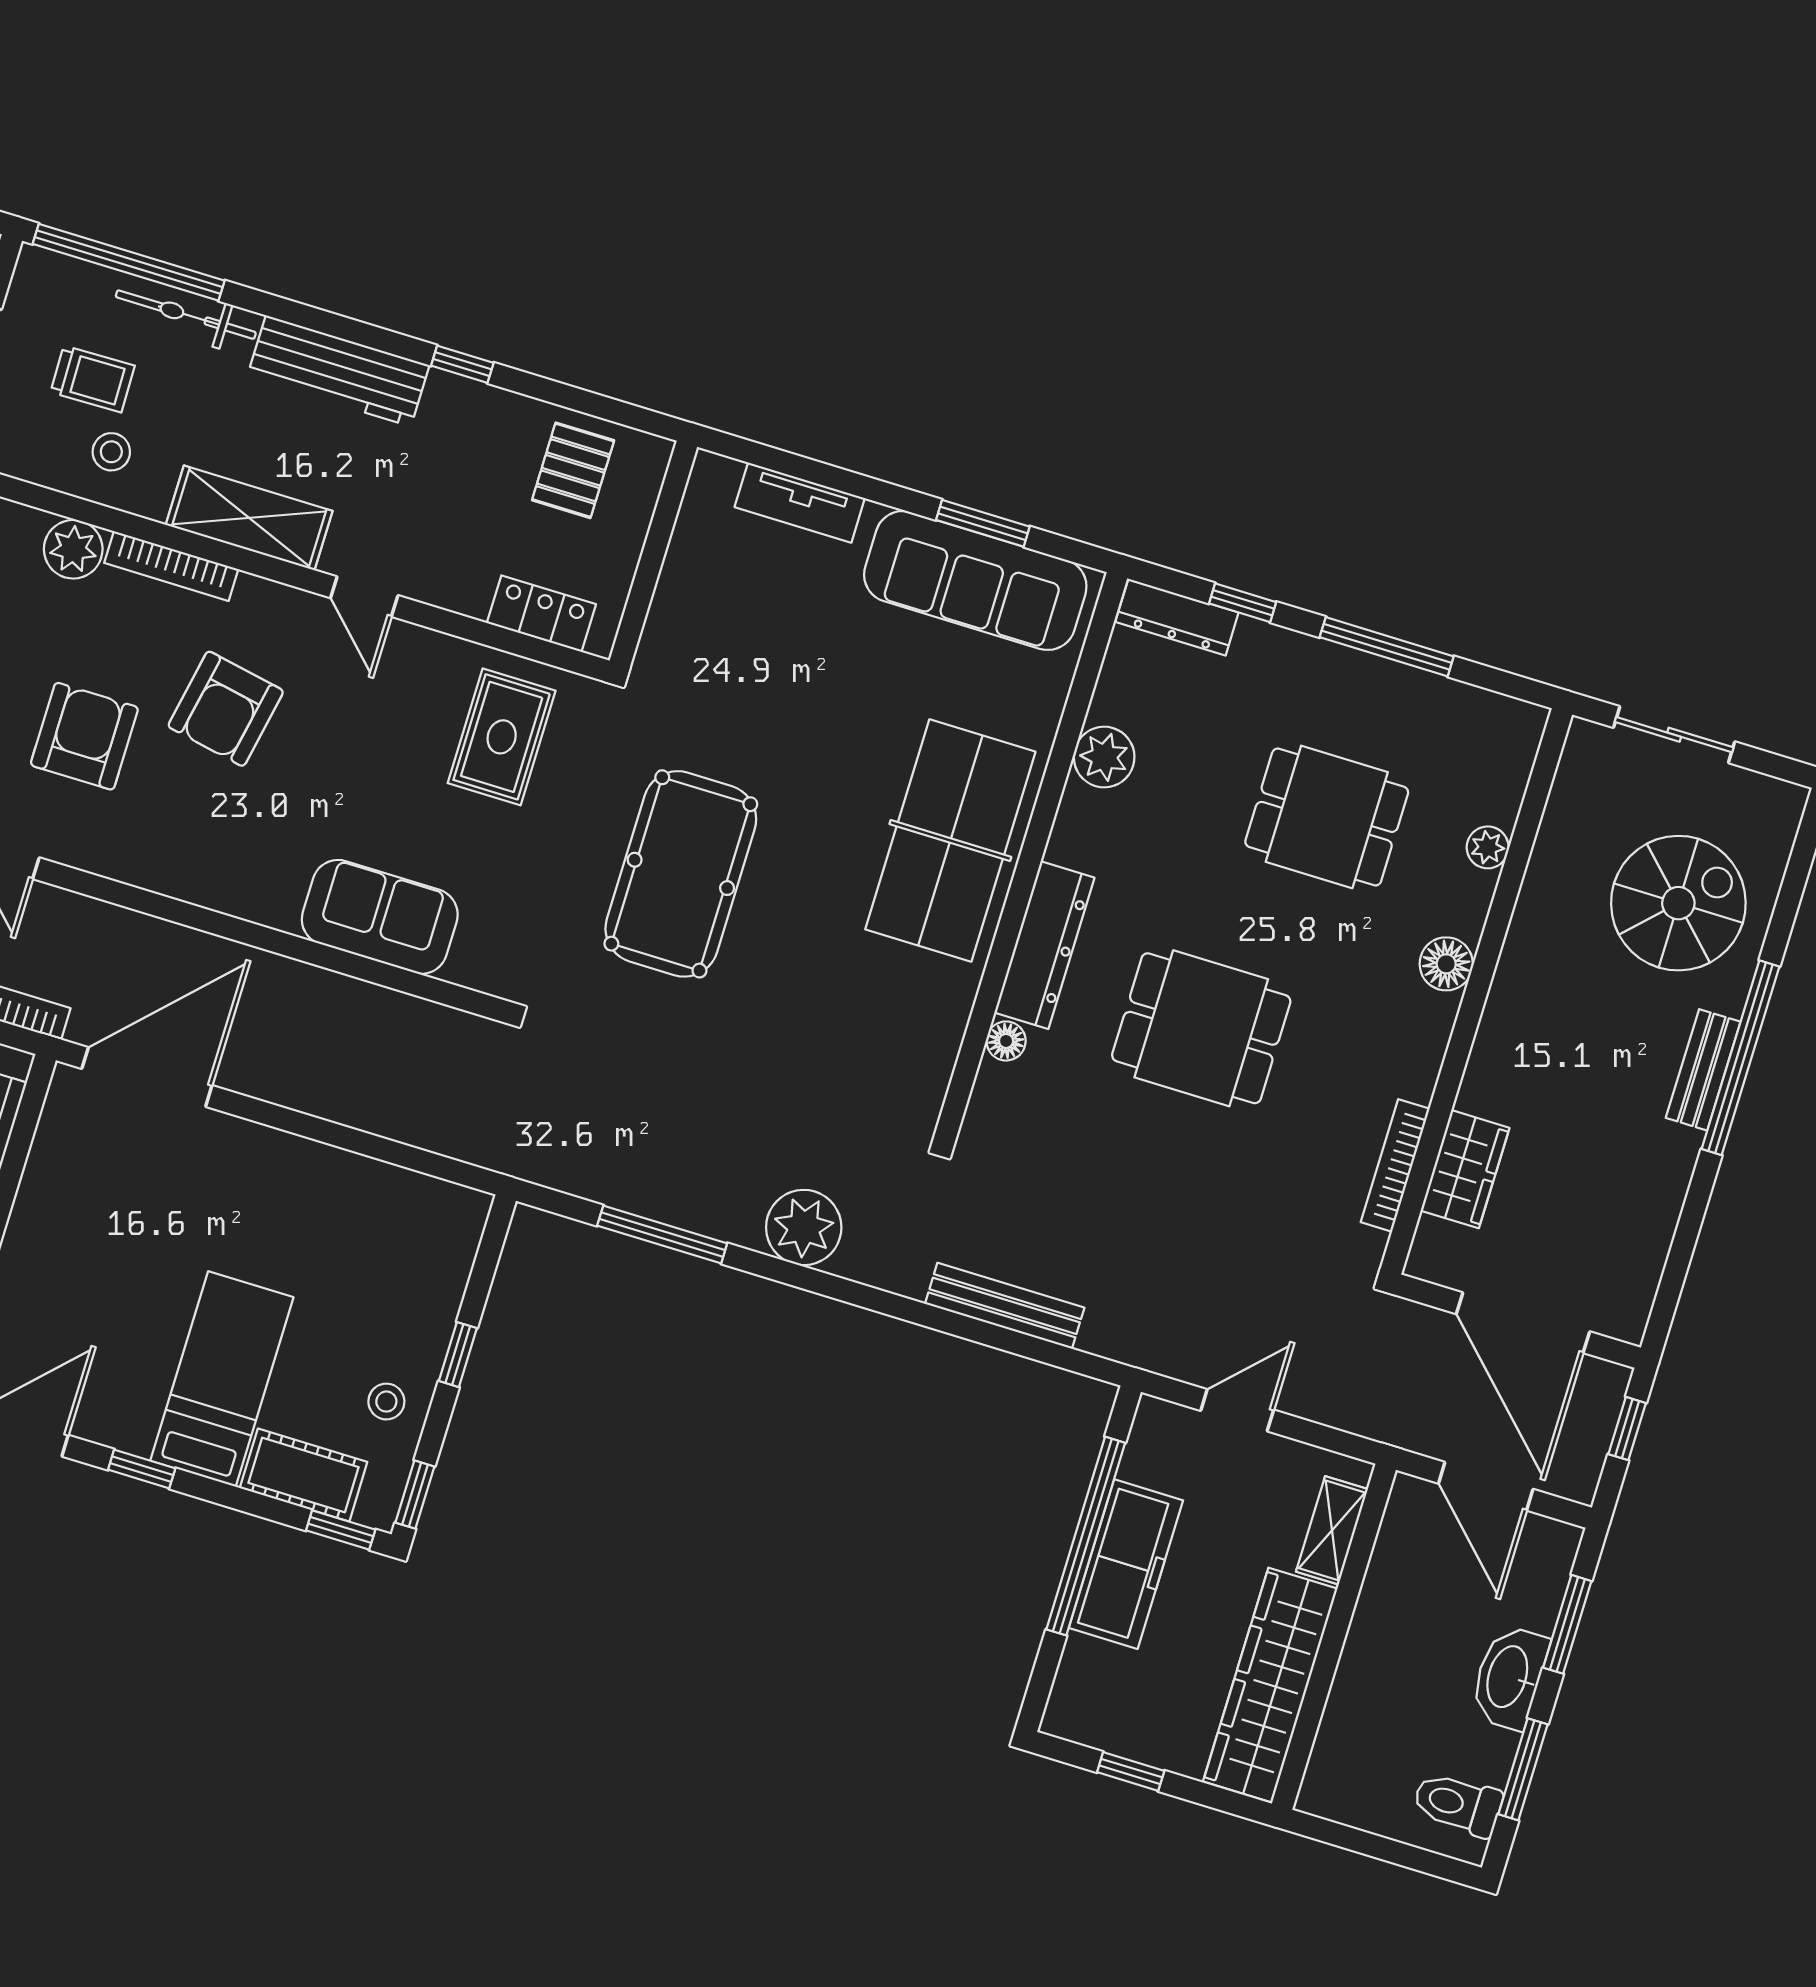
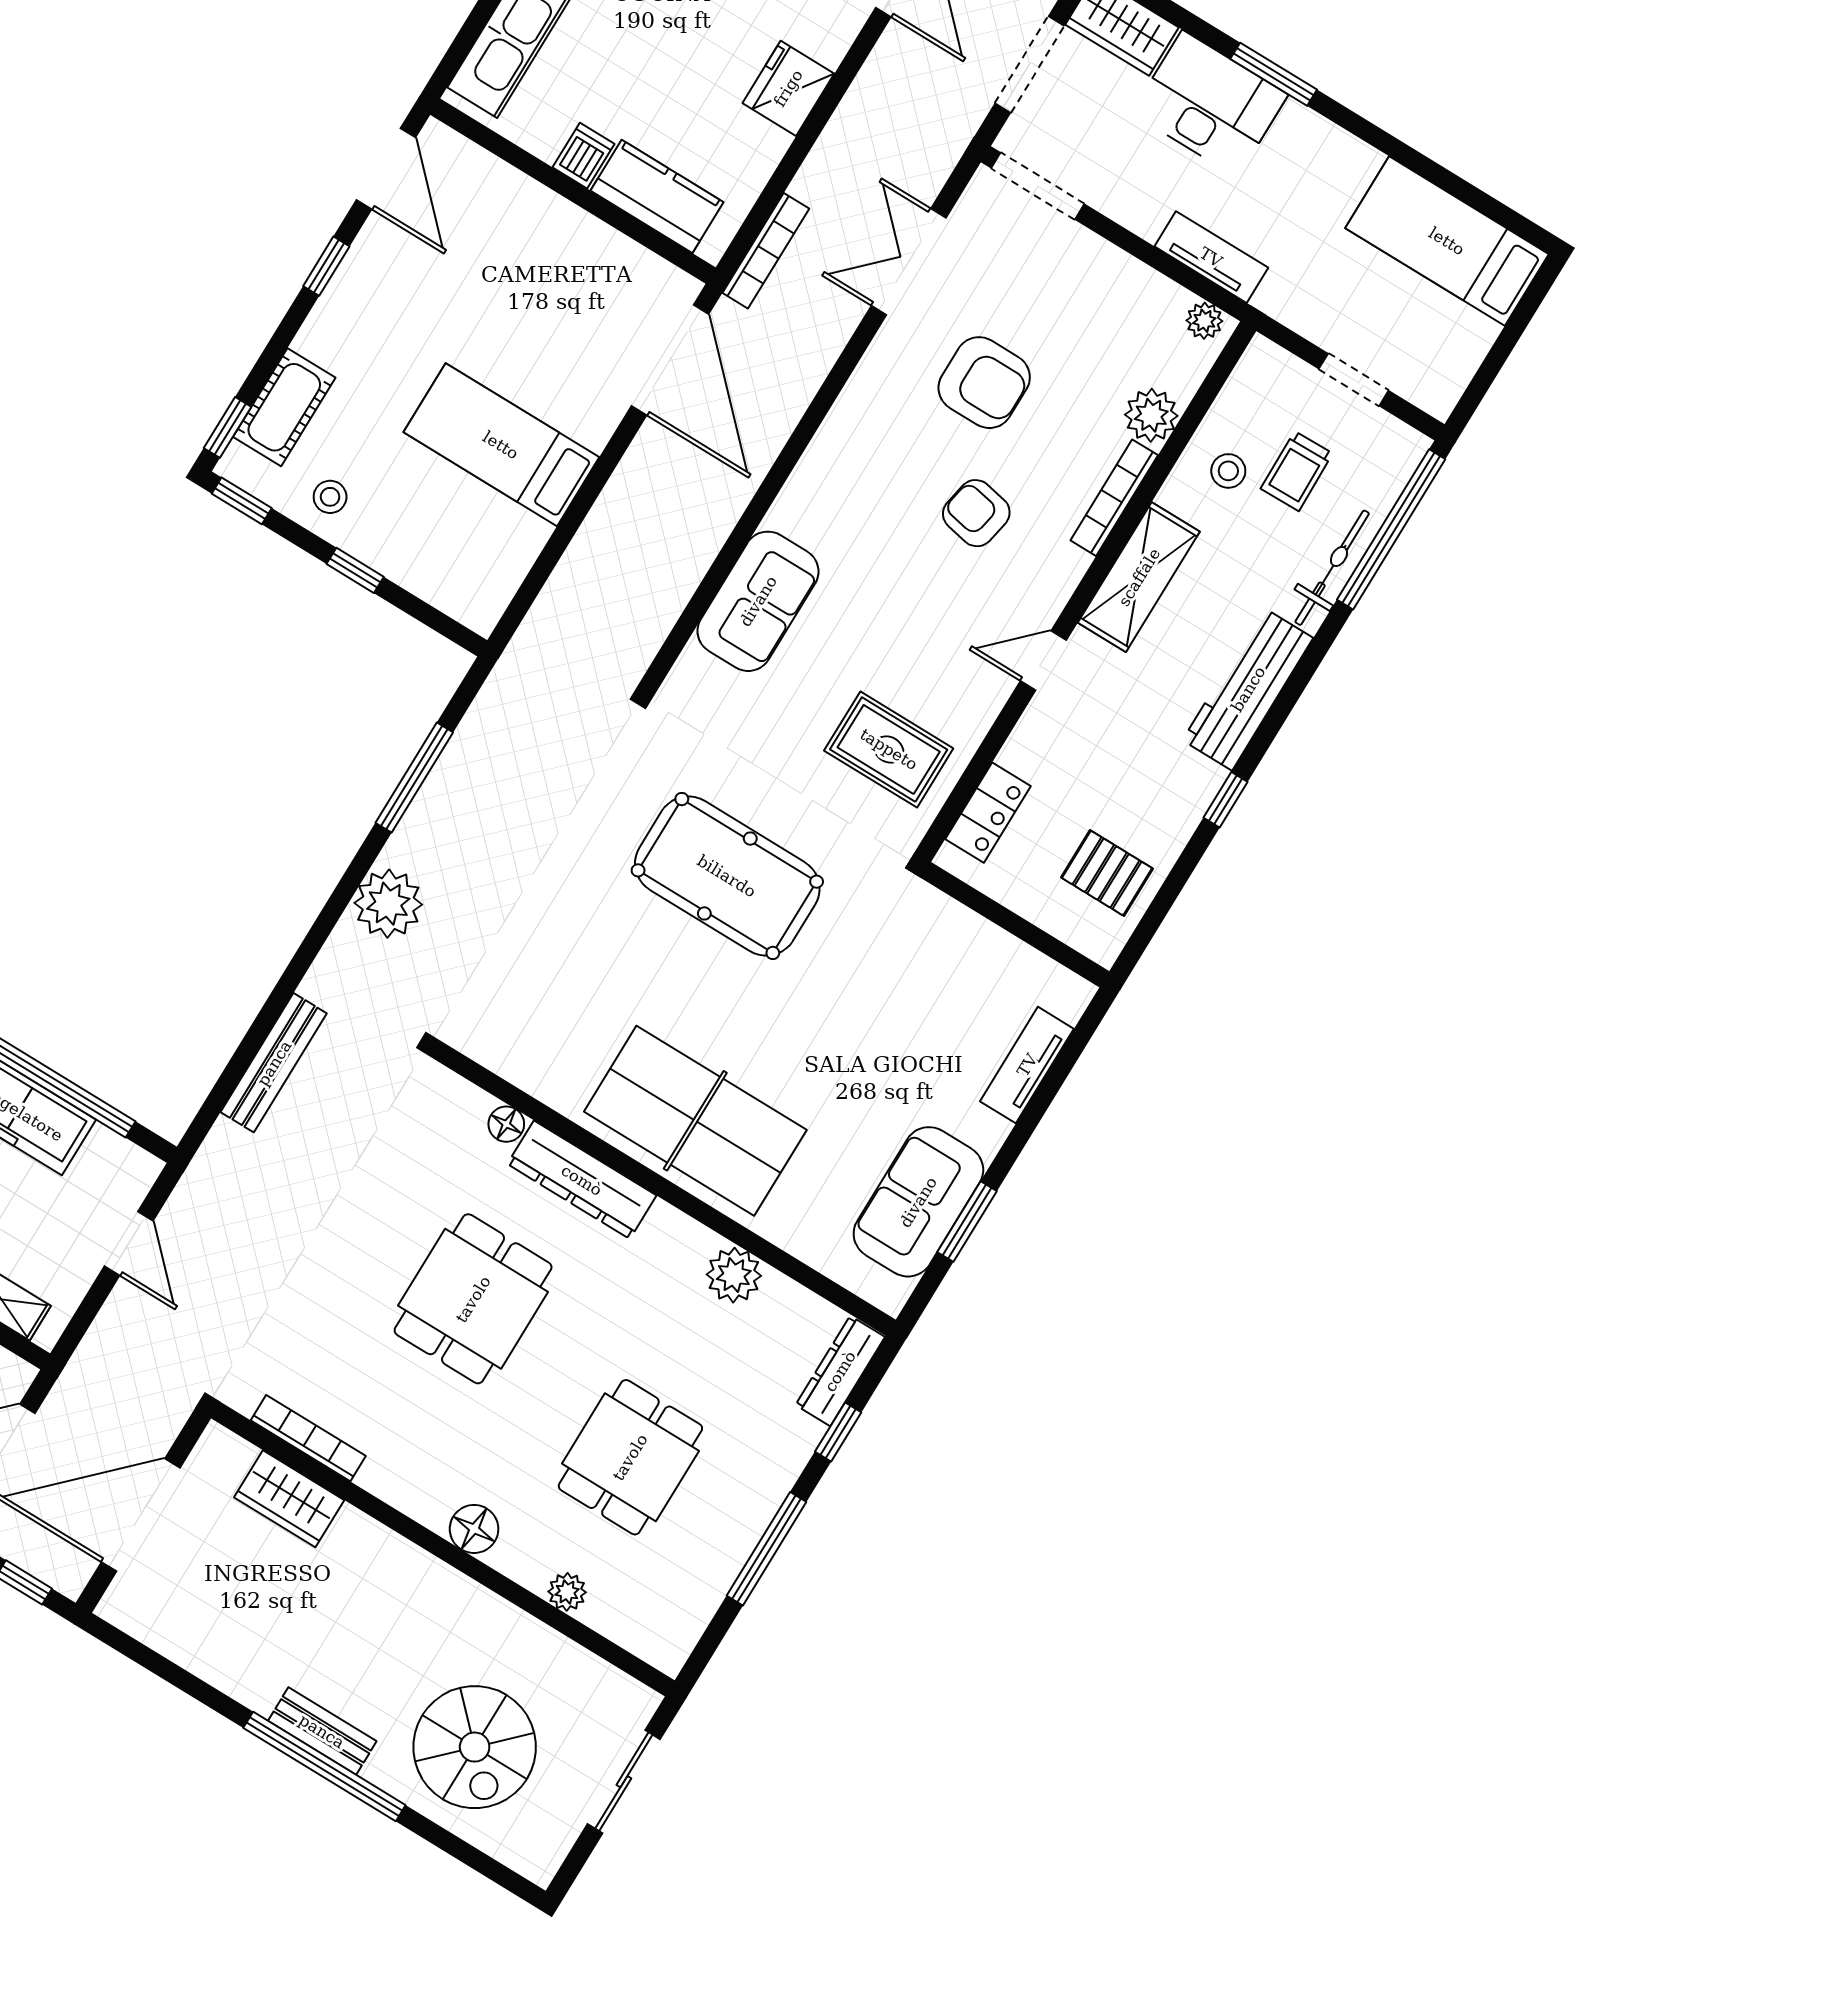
sofa: (975, 581) -> (918, 1202), width x0.73
armchair: (226, 709) -> (976, 513), width x0.72, depth x0.72
bed: (222, 1379) -> (501, 445), moved, turned 180

